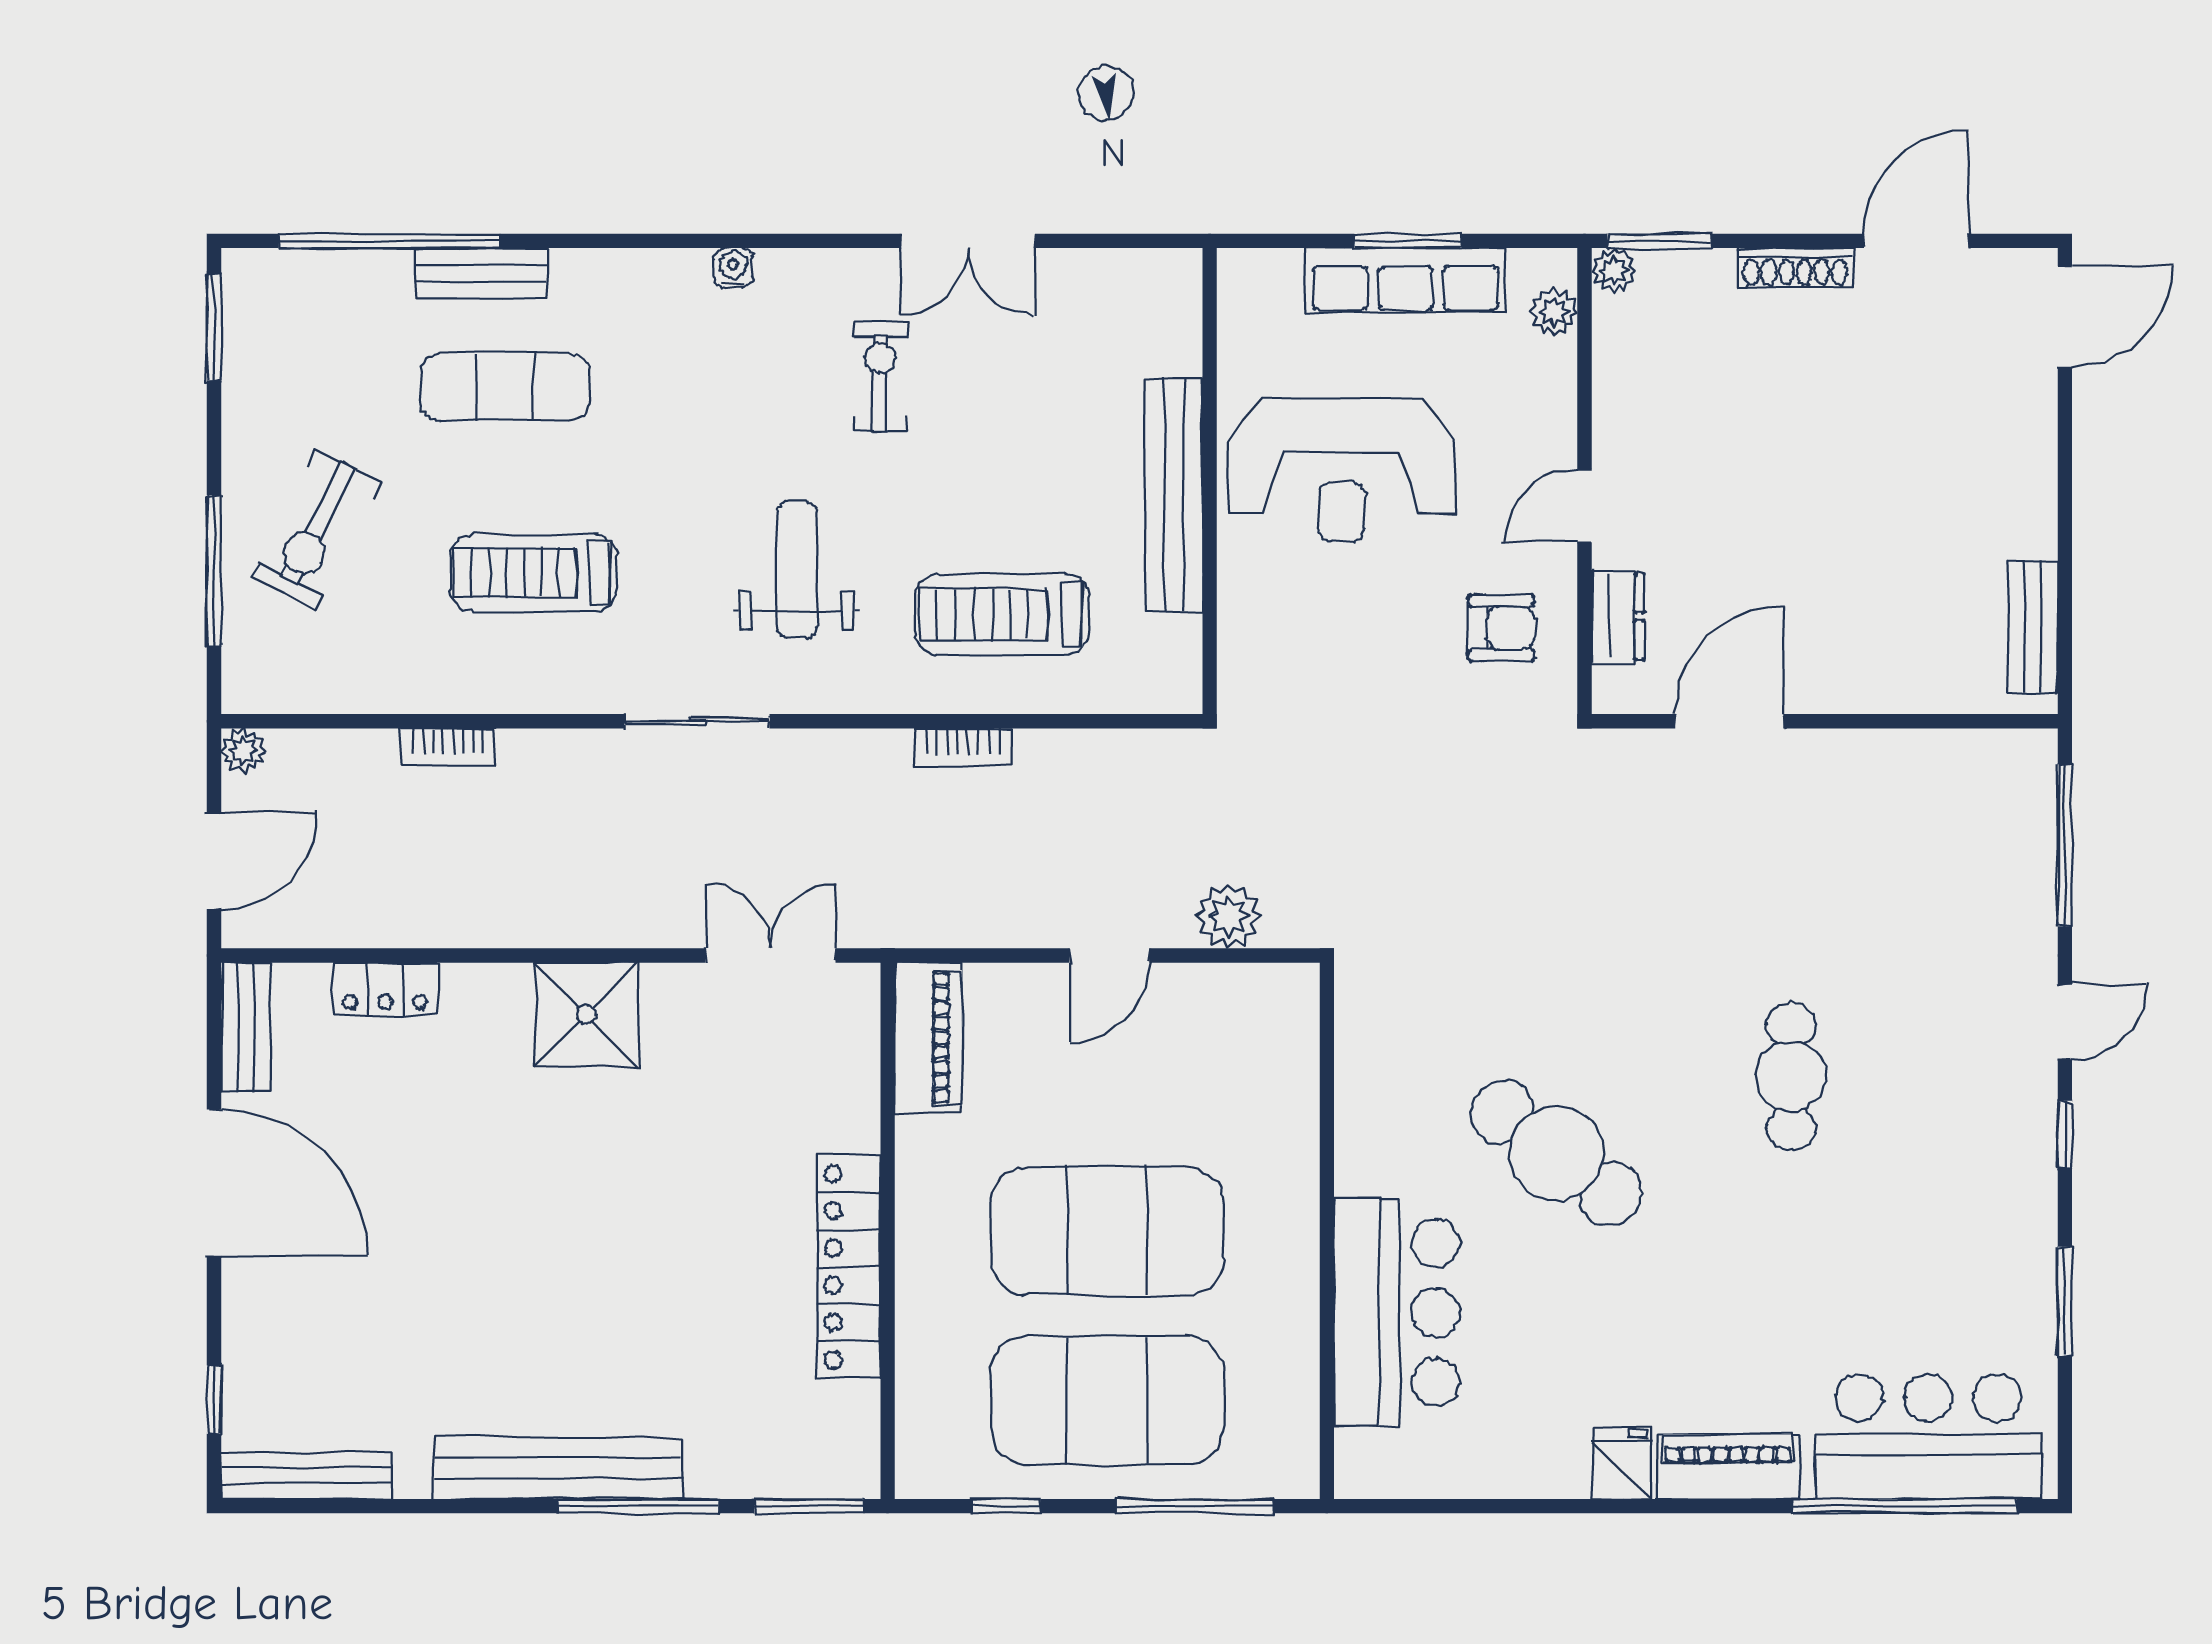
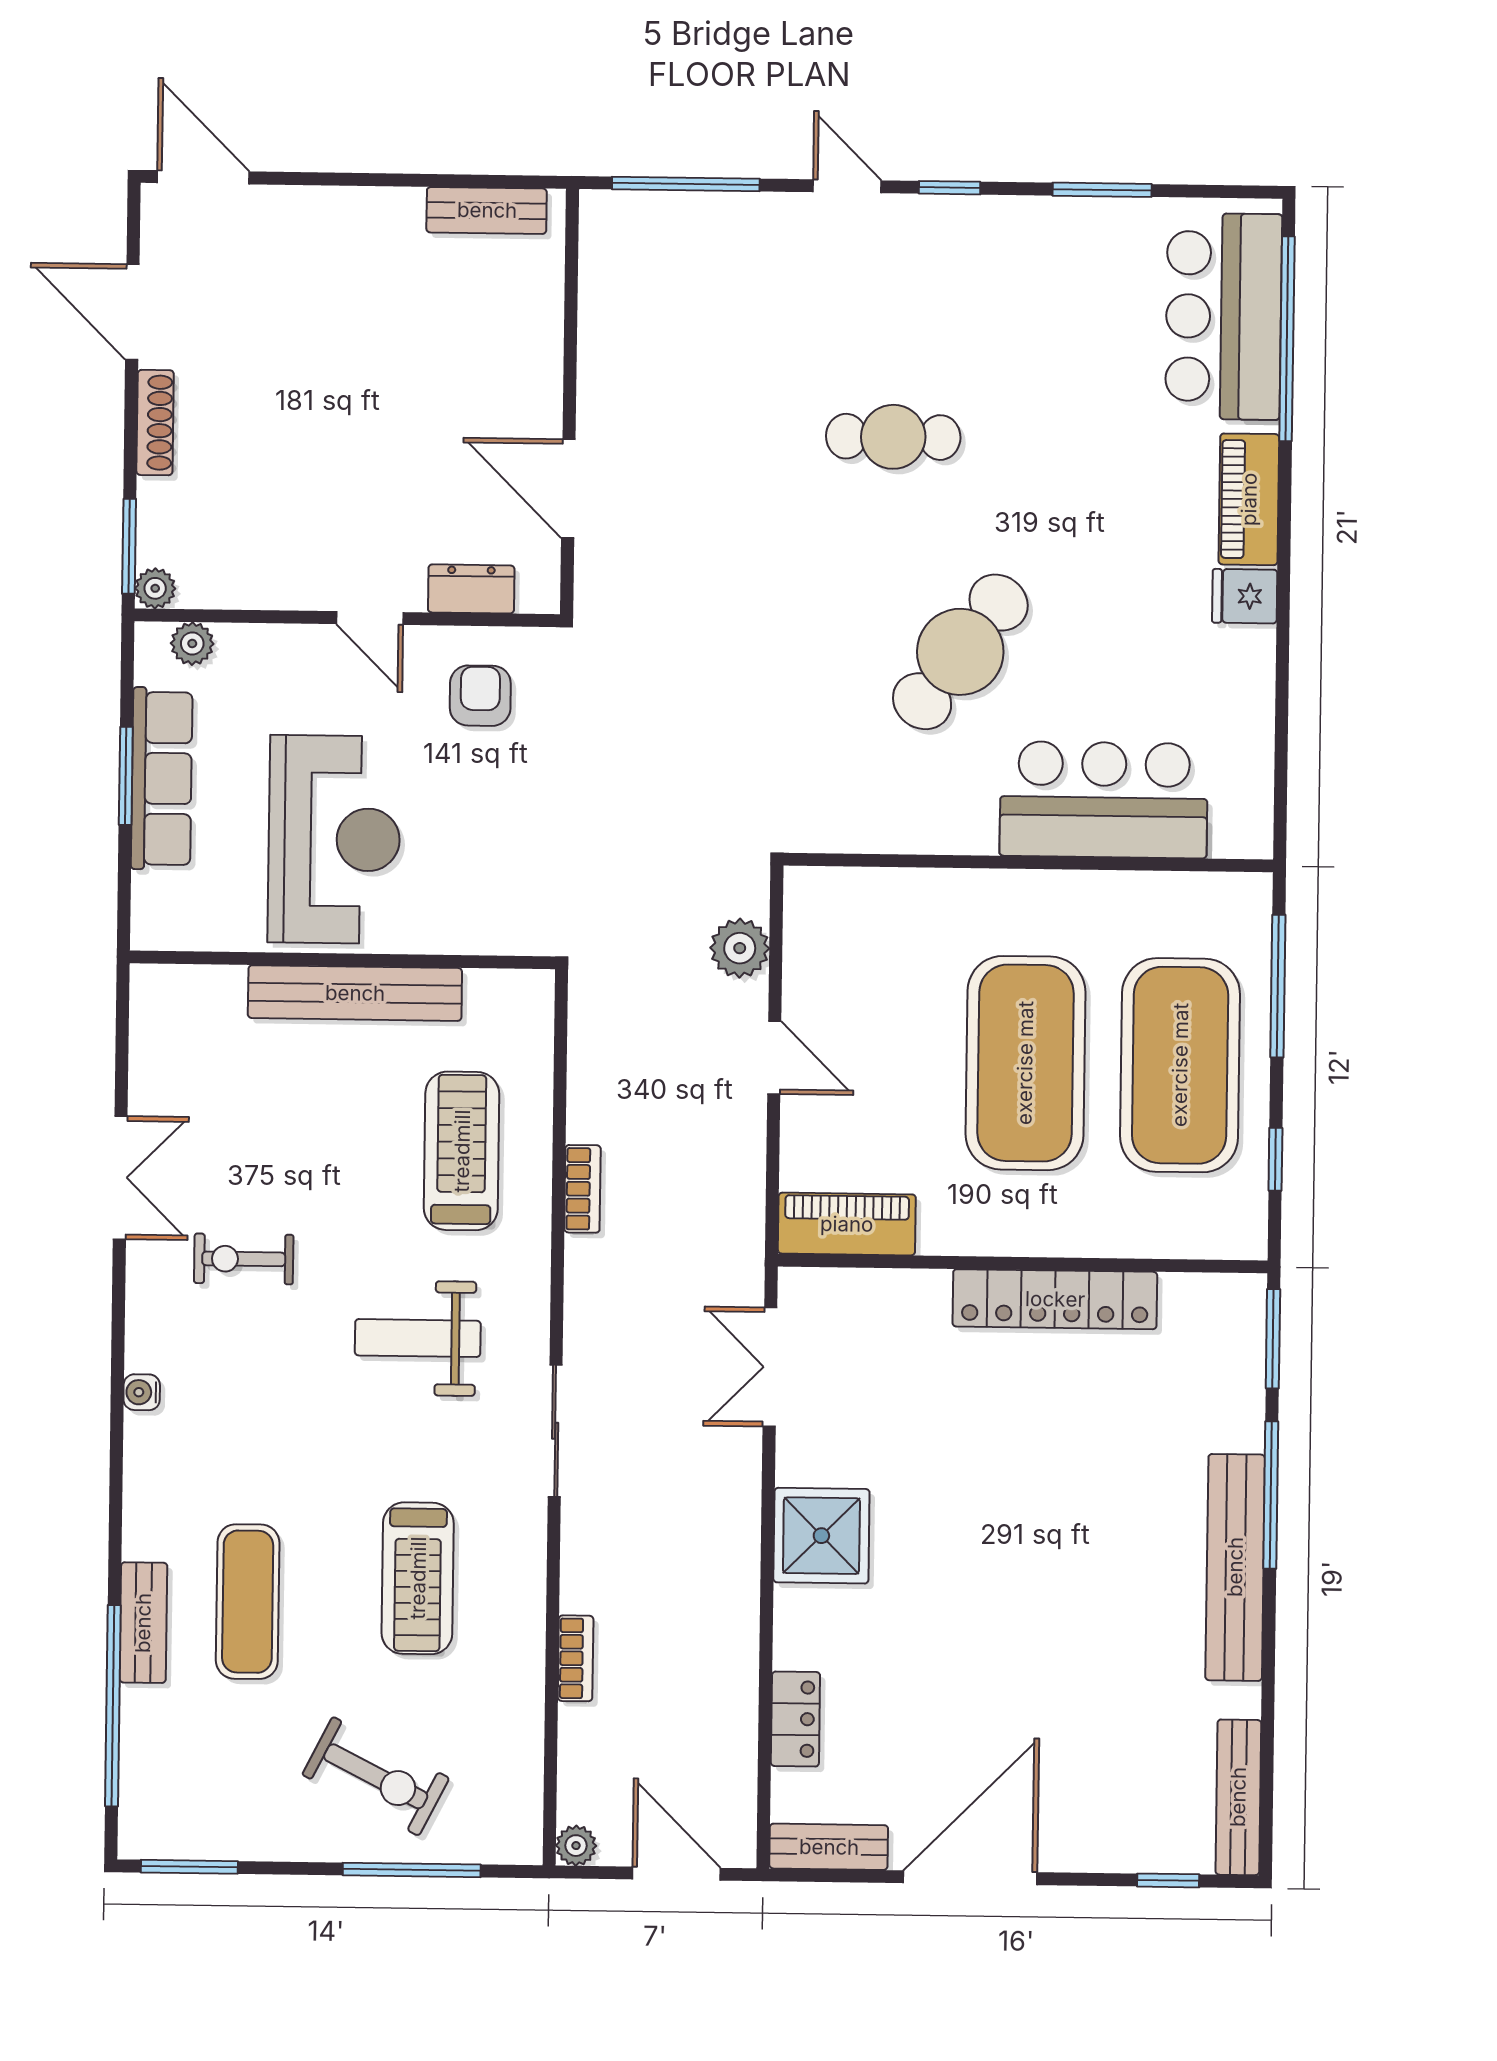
treadmill: (1002, 614) -> (462, 1151), turned 180

